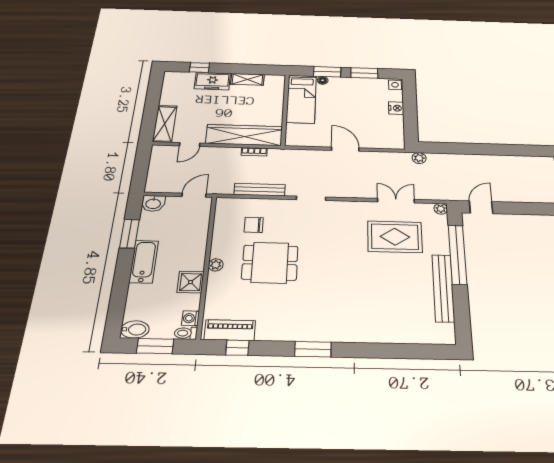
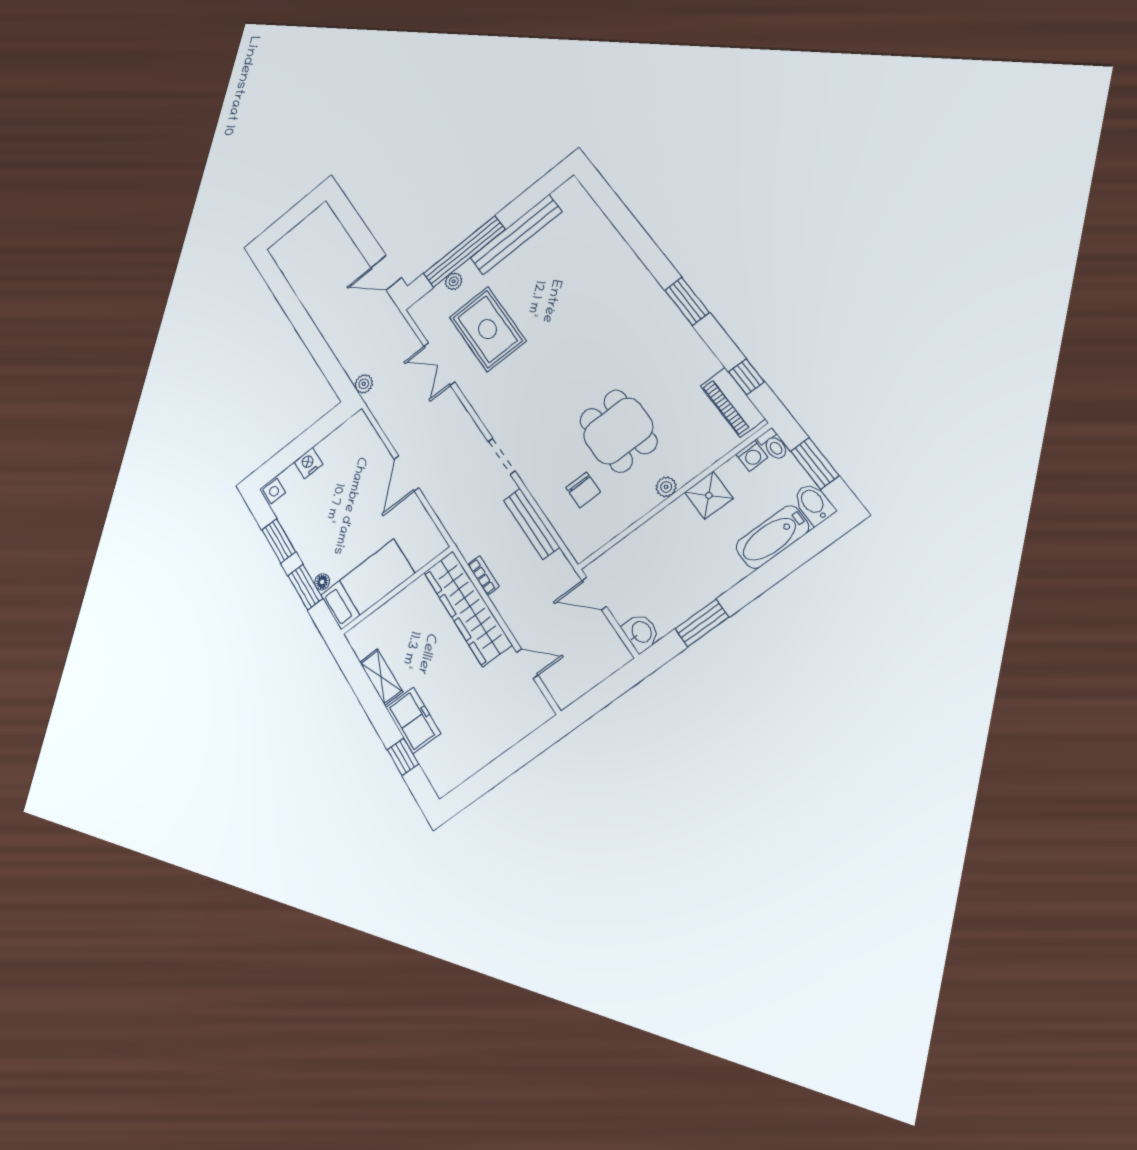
shelving: (165, 124) -> (519, 723), removed
plant: (441, 209) -> (454, 281), moved
bathtub: (144, 262) -> (772, 537), moved

